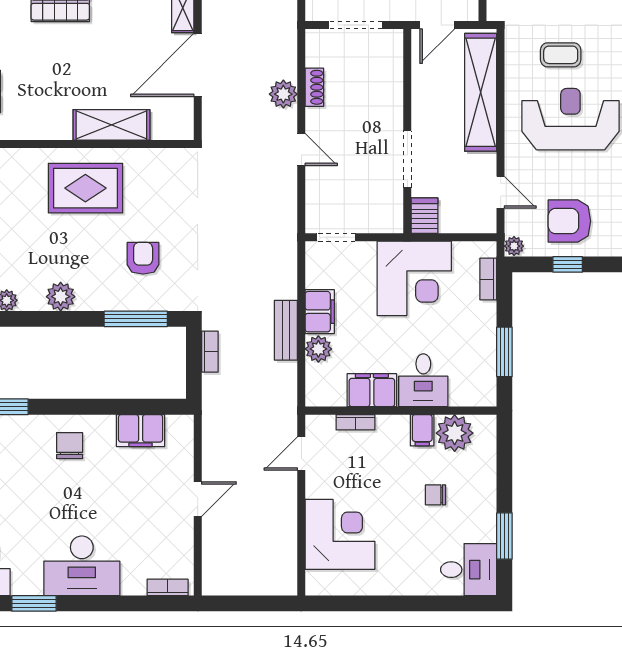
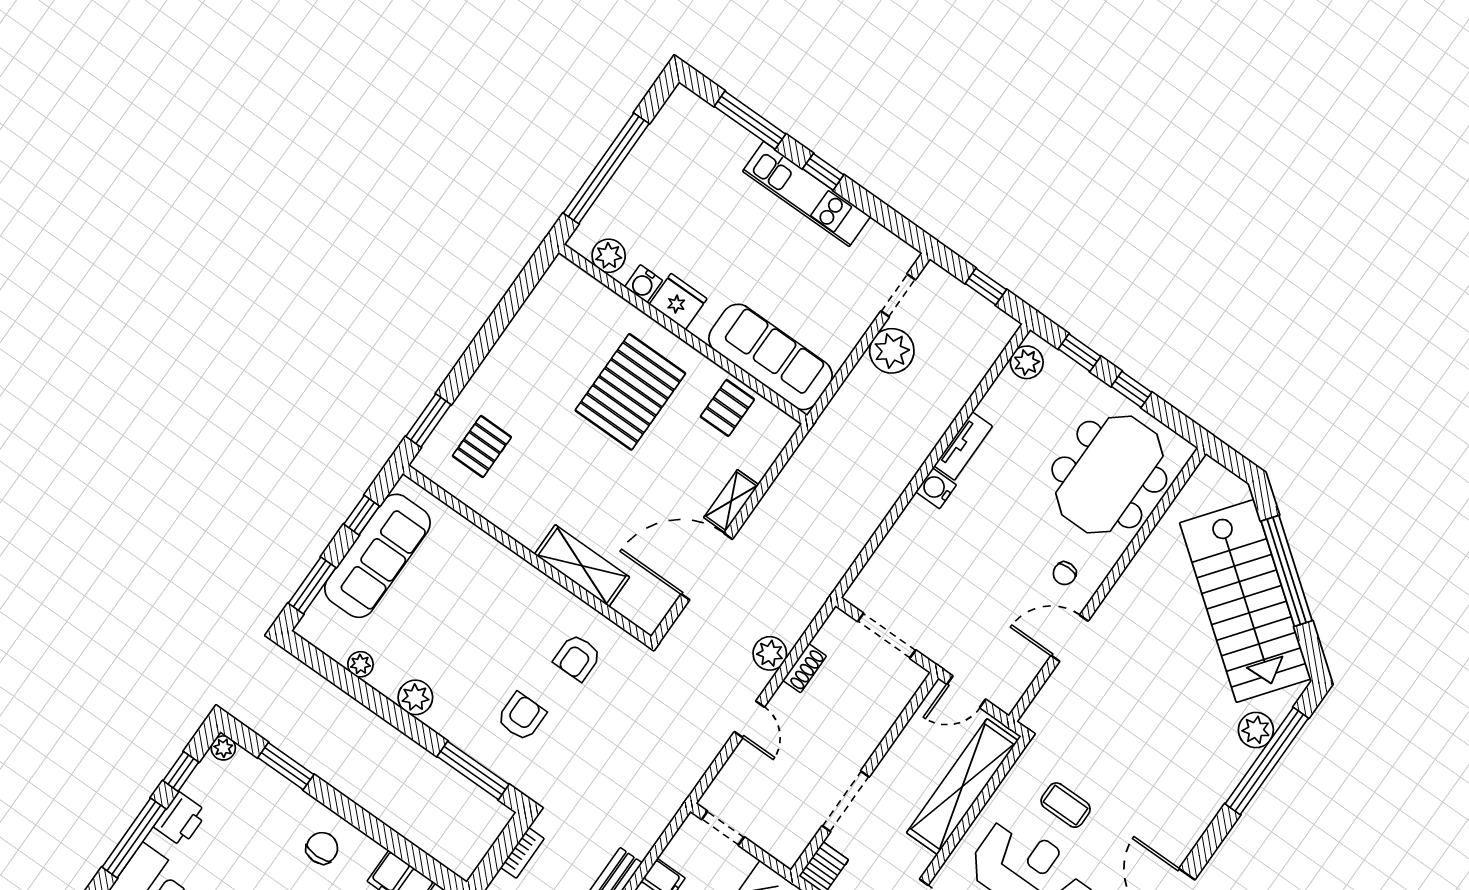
rug: (85, 188) -> (514, 609), removed
armchair: (153, 190) -> (577, 658), added

